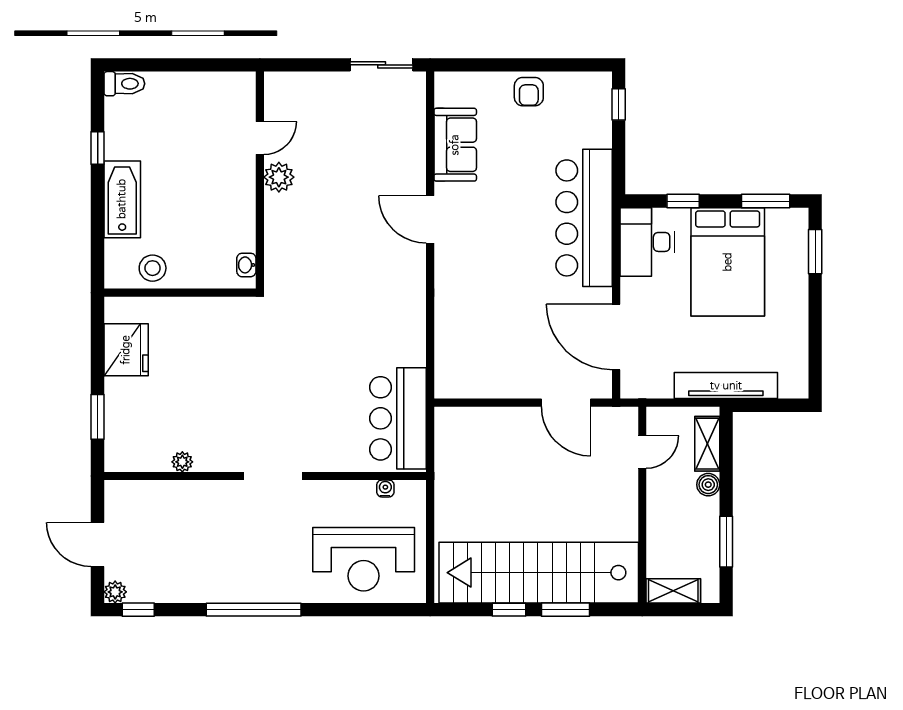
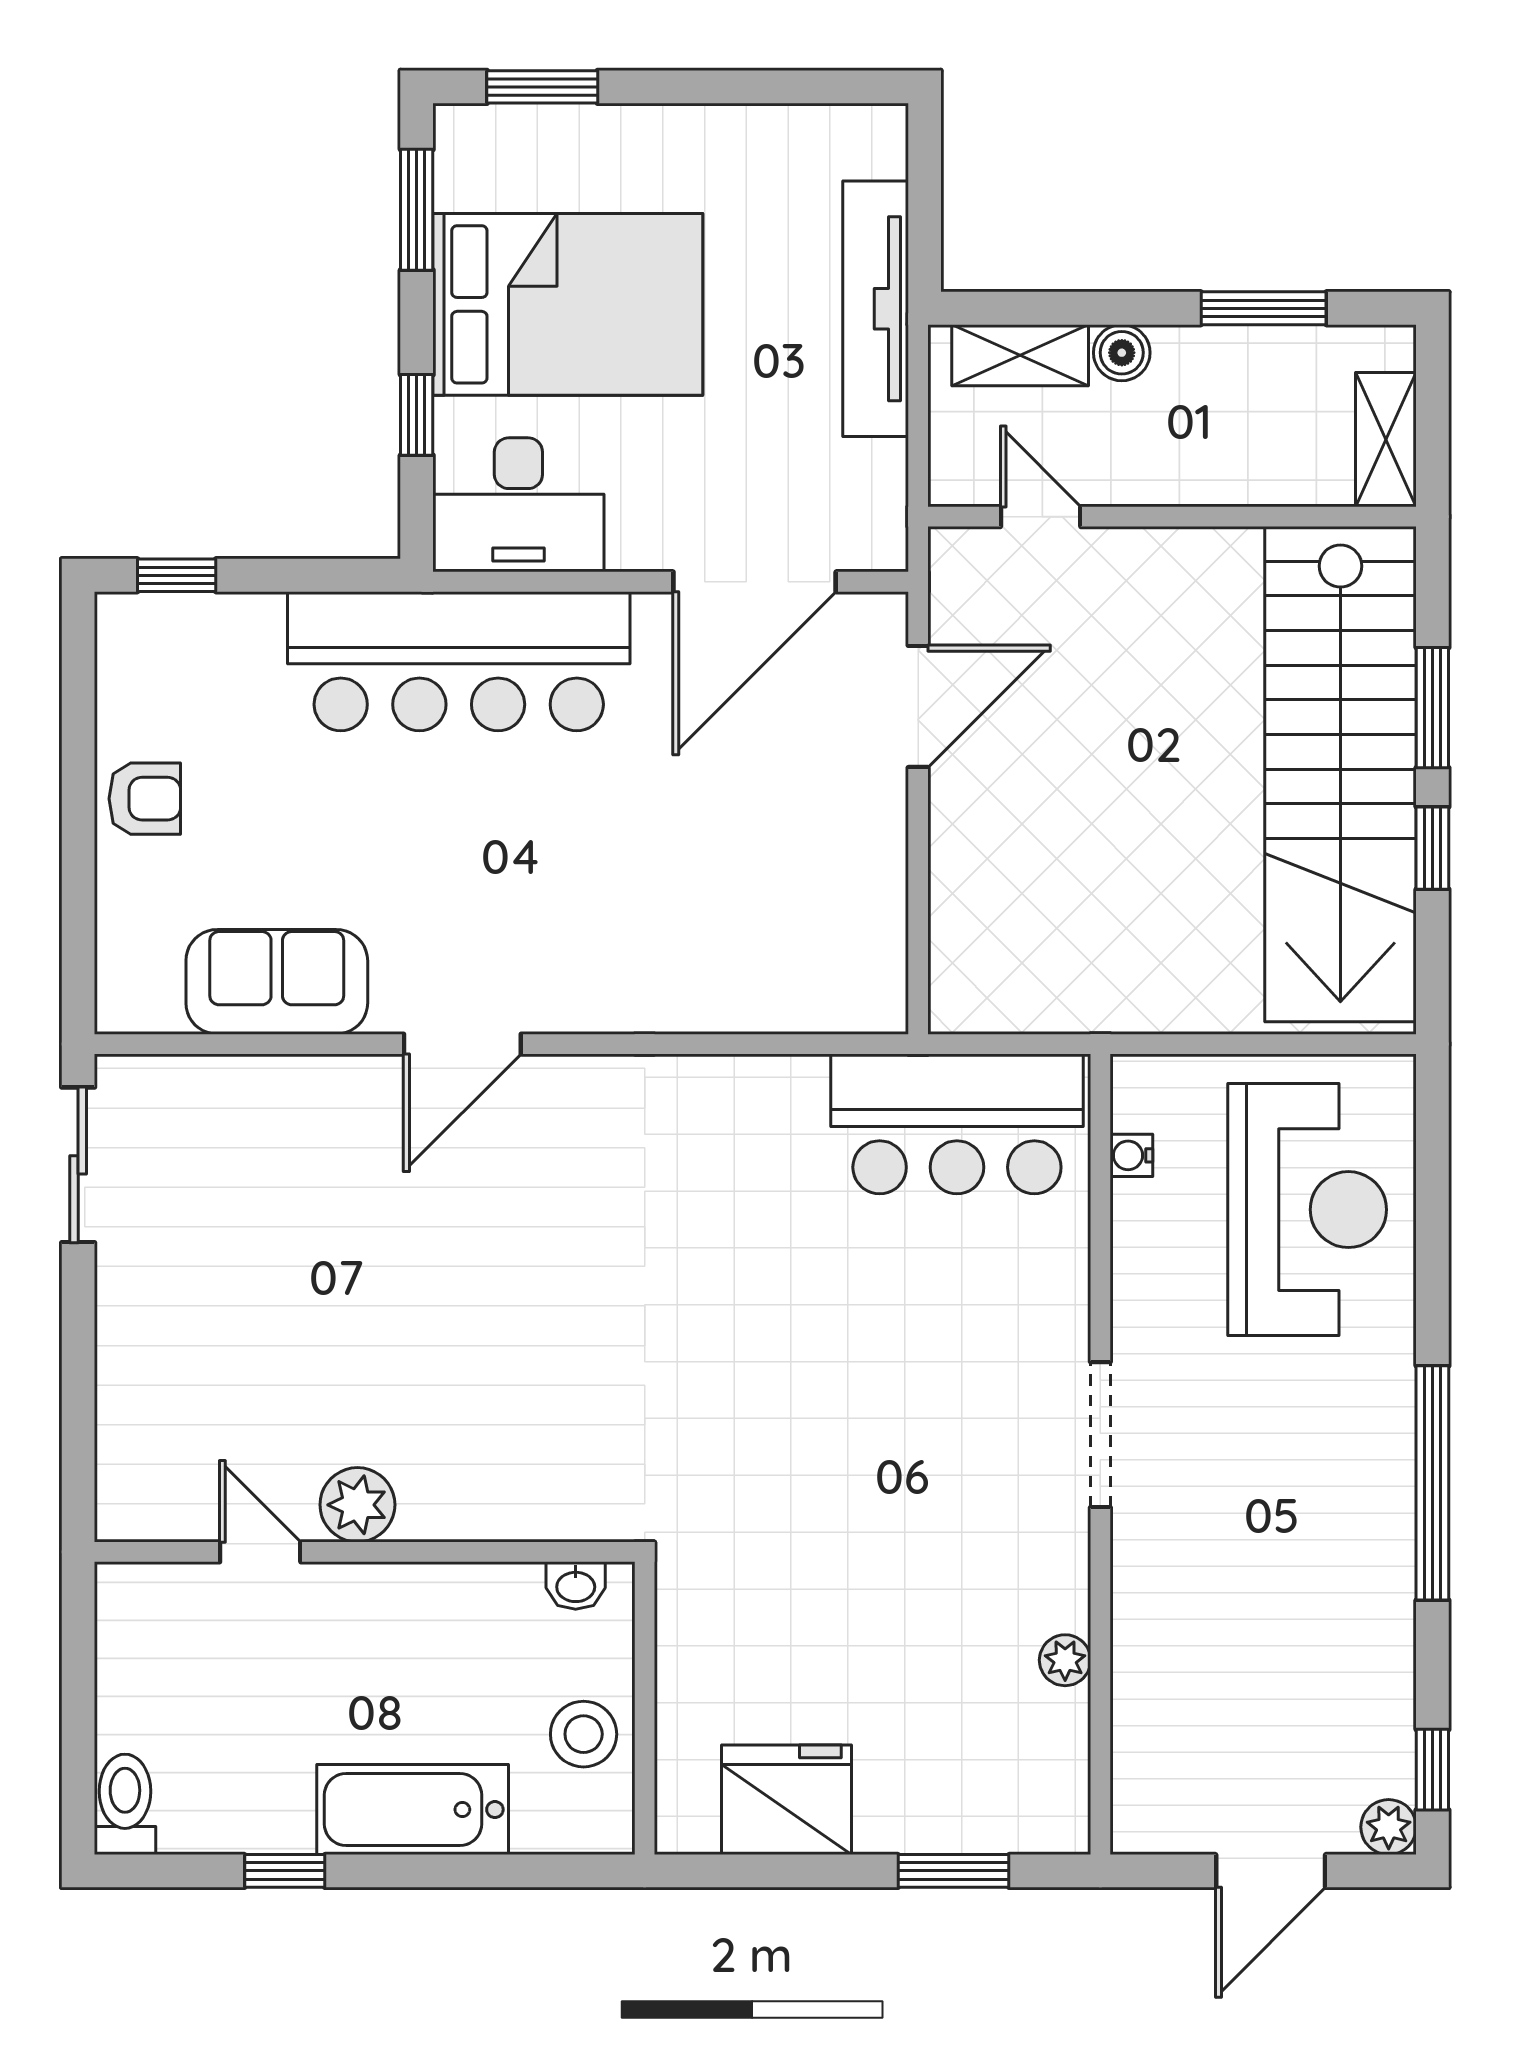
door: (260, 138) -> (260, 1552), moved
plant: (279, 177) -> (357, 1505), moved
wall: (260, 180) -> (365, 1552), moved
washbasin: (246, 265) -> (576, 1586), moved

